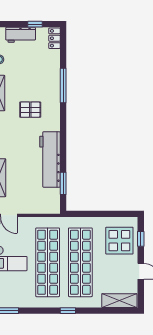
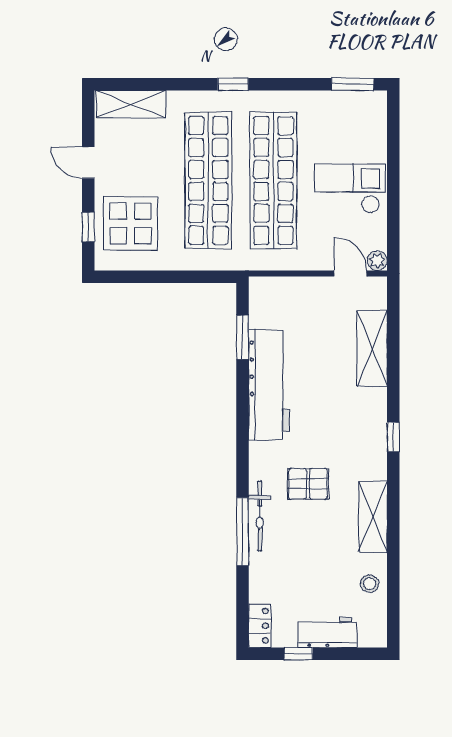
bicycle: (54, 93) -> (260, 516), added

